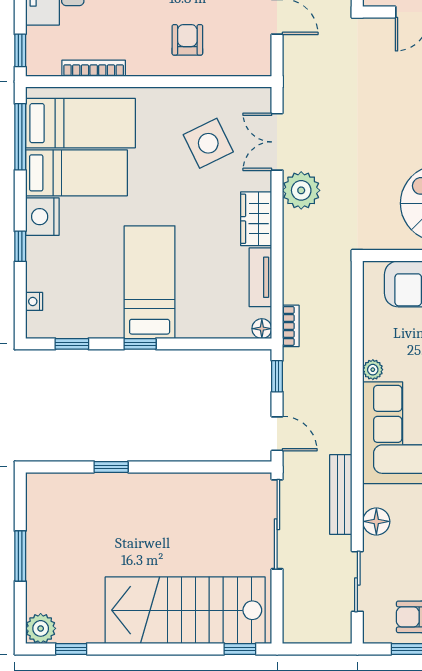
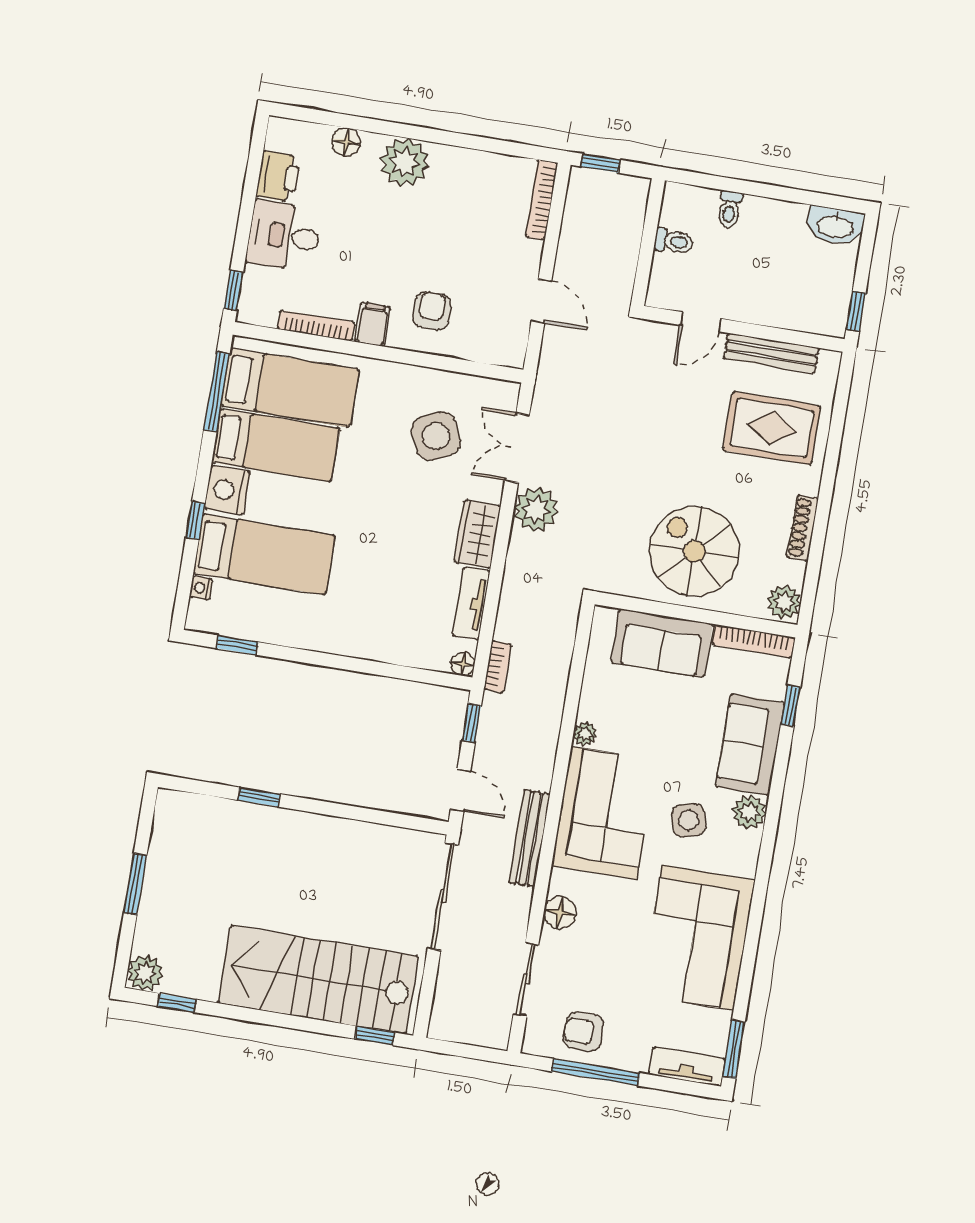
filing cabinet: (140, 59) -> (373, 324), added
bed: (150, 282) -> (264, 554), moved, turned 90
window: (140, 344) -> (317, 658), removed
bench: (341, 495) -> (529, 838), moved

